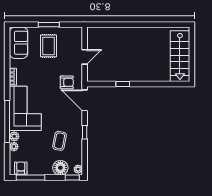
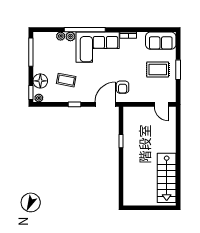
stairs: (180, 56) -> (167, 178), moved, turned -90
door: (85, 57) -> (161, 104), moved
armchair: (21, 168) -> (40, 43), removed

